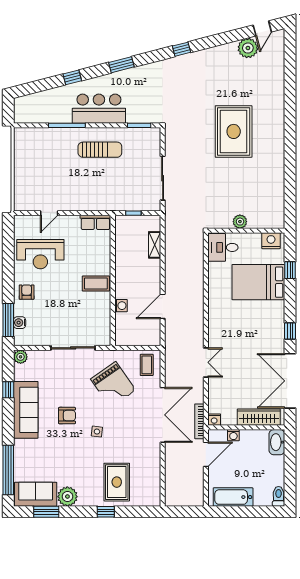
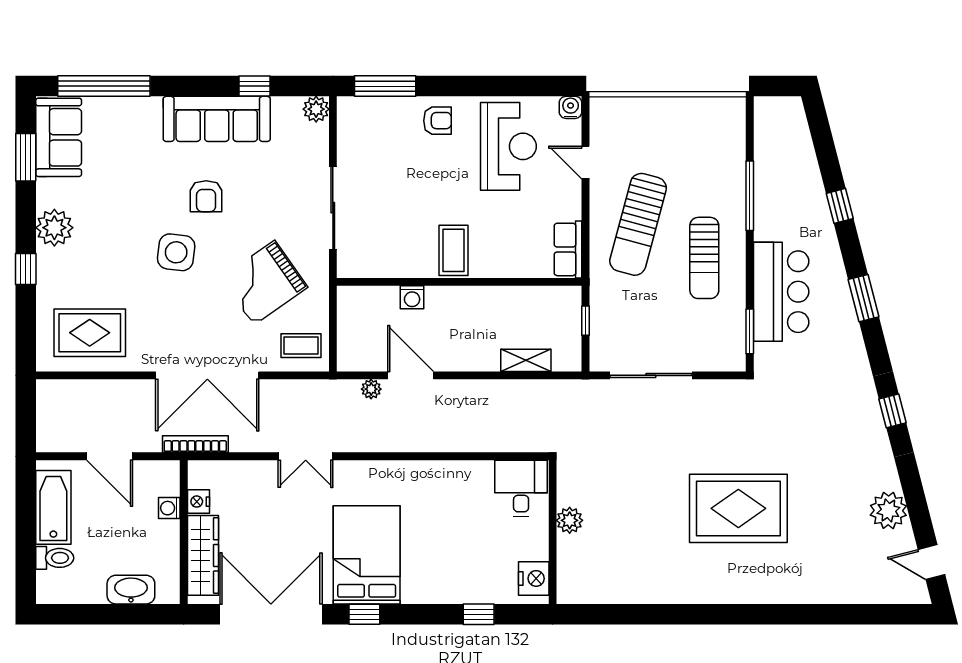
plant: (248, 48) -> (888, 510), moved
bar counter: (99, 109) -> (781, 292), moved
sun lounger: (82, 185) -> (638, 224), added
reception desk: (40, 254) -> (508, 146), turned 180
bed: (258, 282) -> (367, 555), moved
water cooler: (20, 323) -> (571, 107), moved
plant: (170, 327) -> (371, 389), added
nightstand: (214, 420) -> (198, 502), moved
side table: (97, 432) -> (176, 252), width x1.87, depth x1.87
washbasin: (277, 442) -> (131, 590), moved
door: (206, 454) -> (110, 456), moved
rug: (117, 482) -> (90, 333), moved
toilet: (279, 496) -> (55, 558), moved
plant: (67, 497) -> (54, 228), moved

